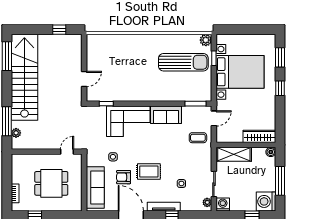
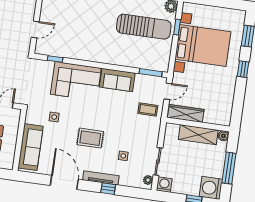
wardrobe: (259, 136) -> (186, 113), moved
shelving: (234, 154) -> (198, 135), moved
armchair: (124, 177) -> (62, 140), removed

